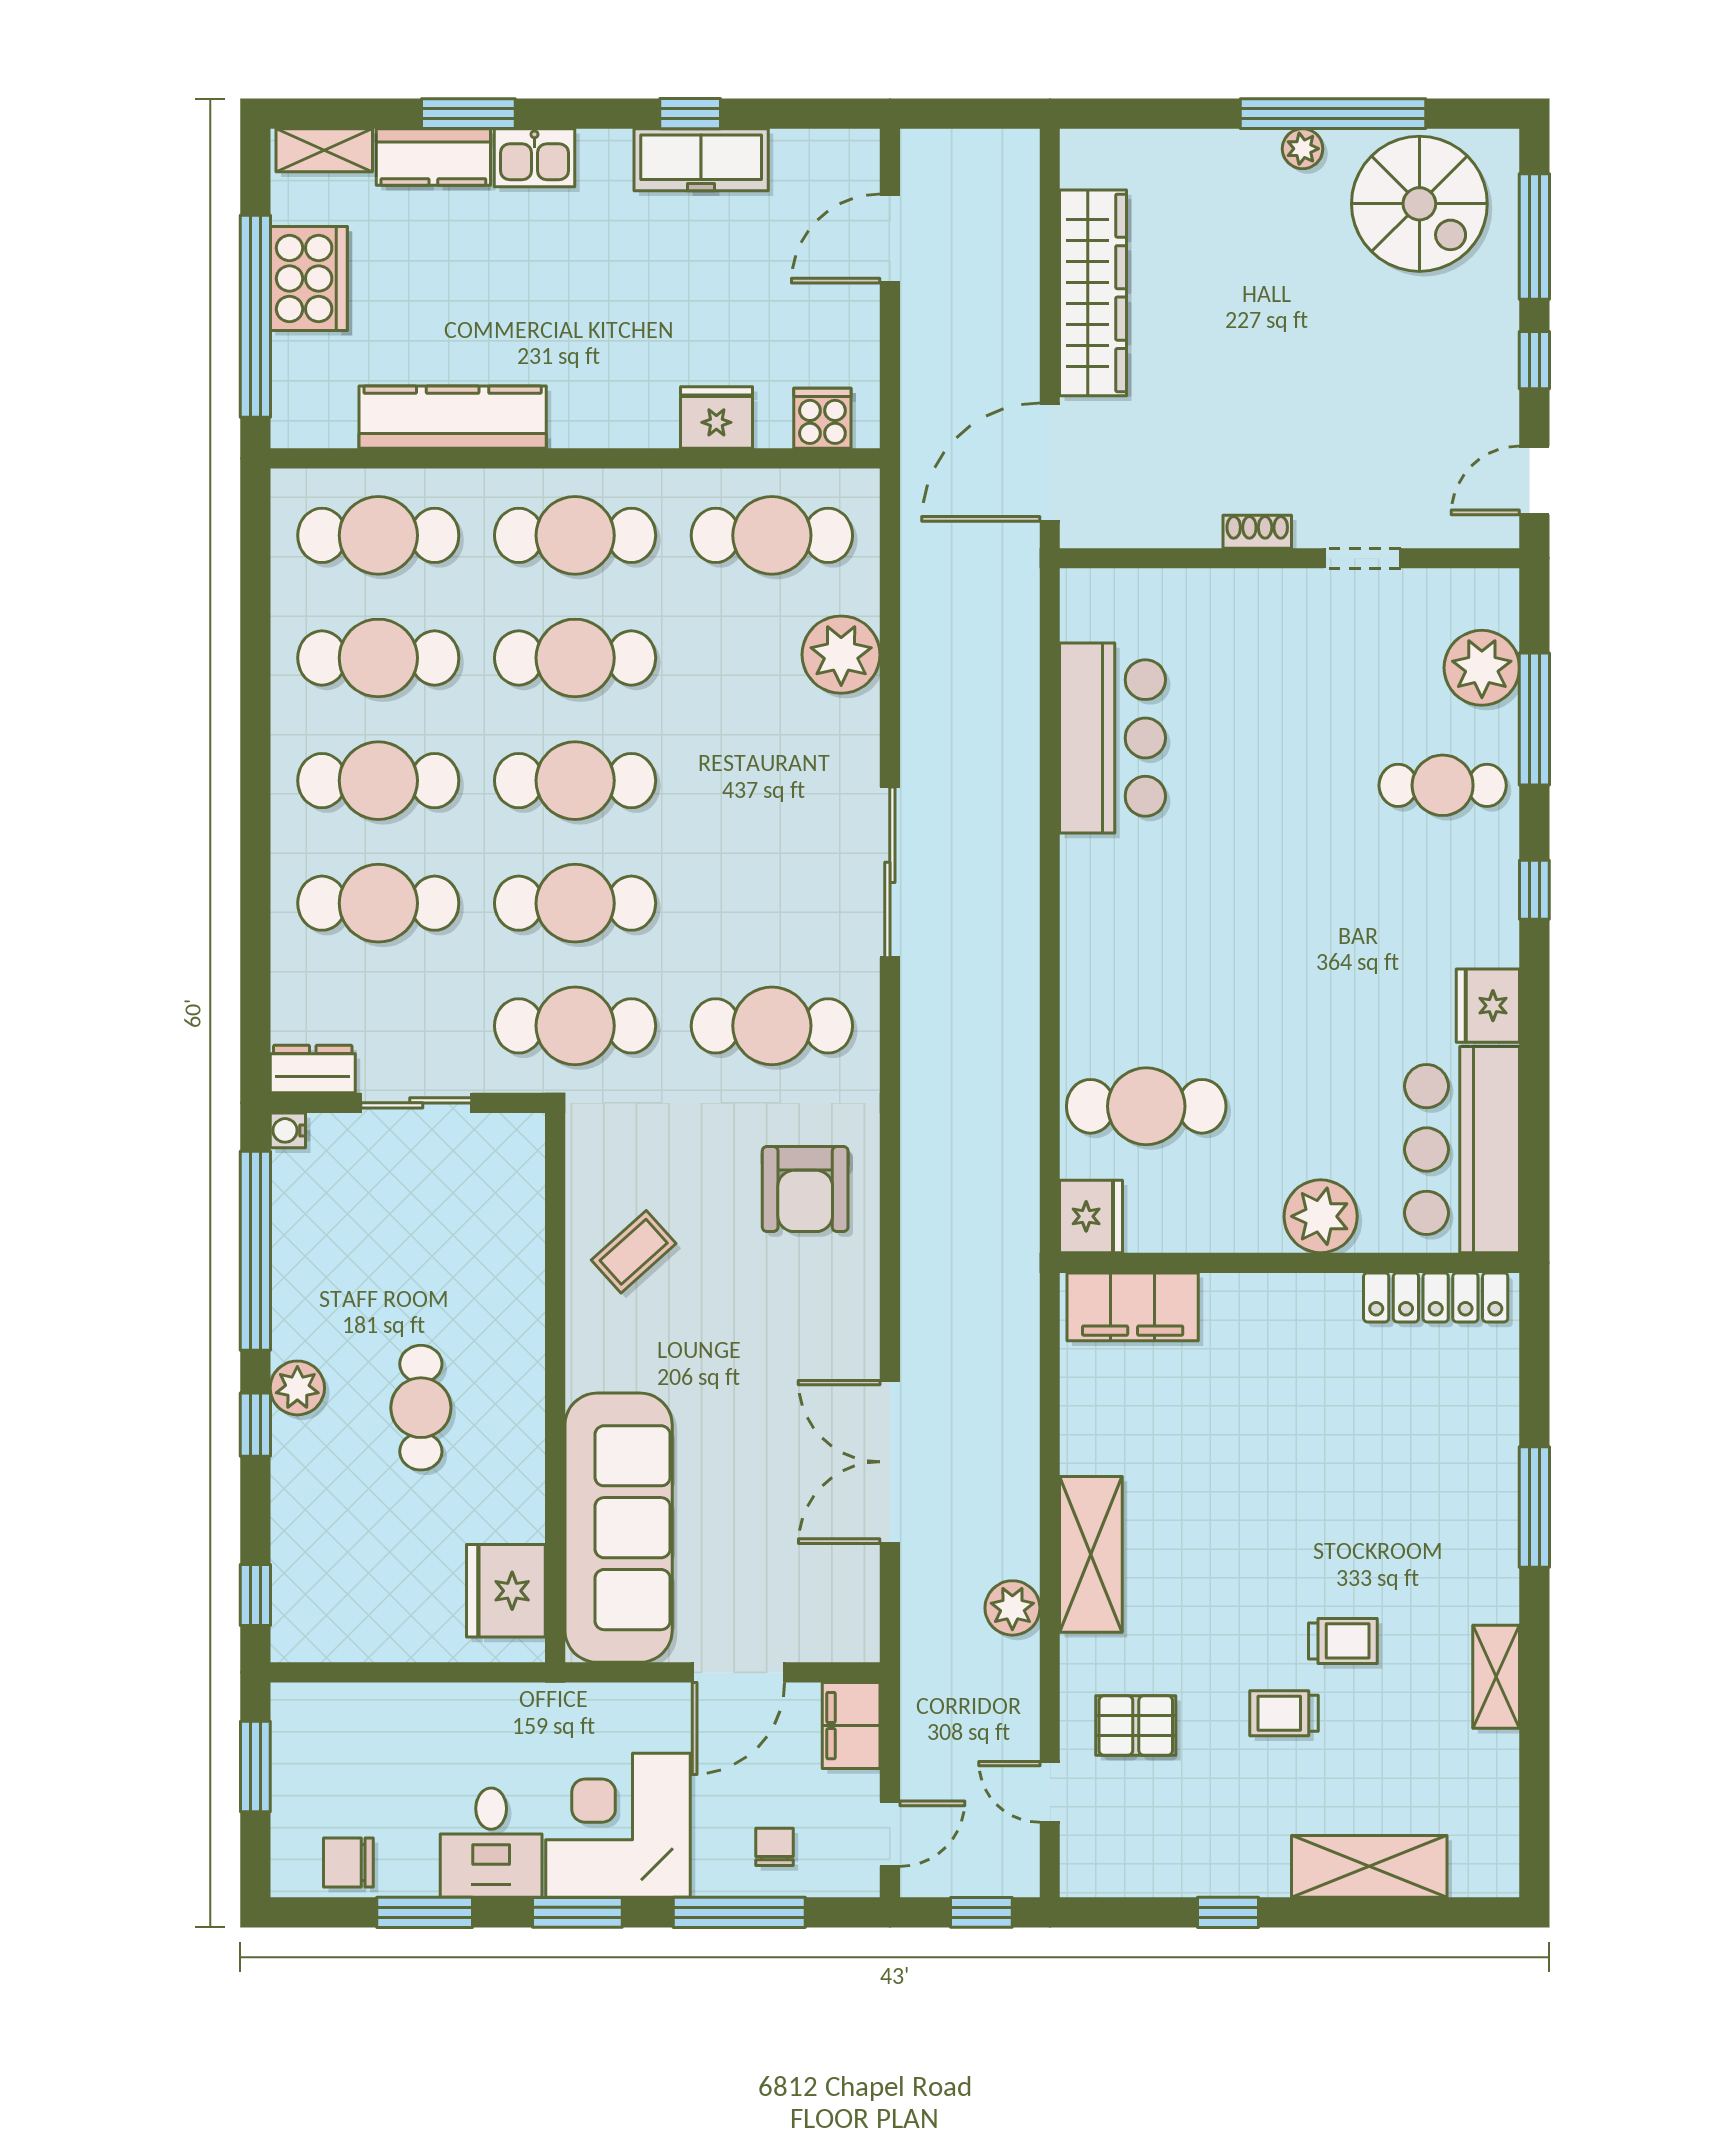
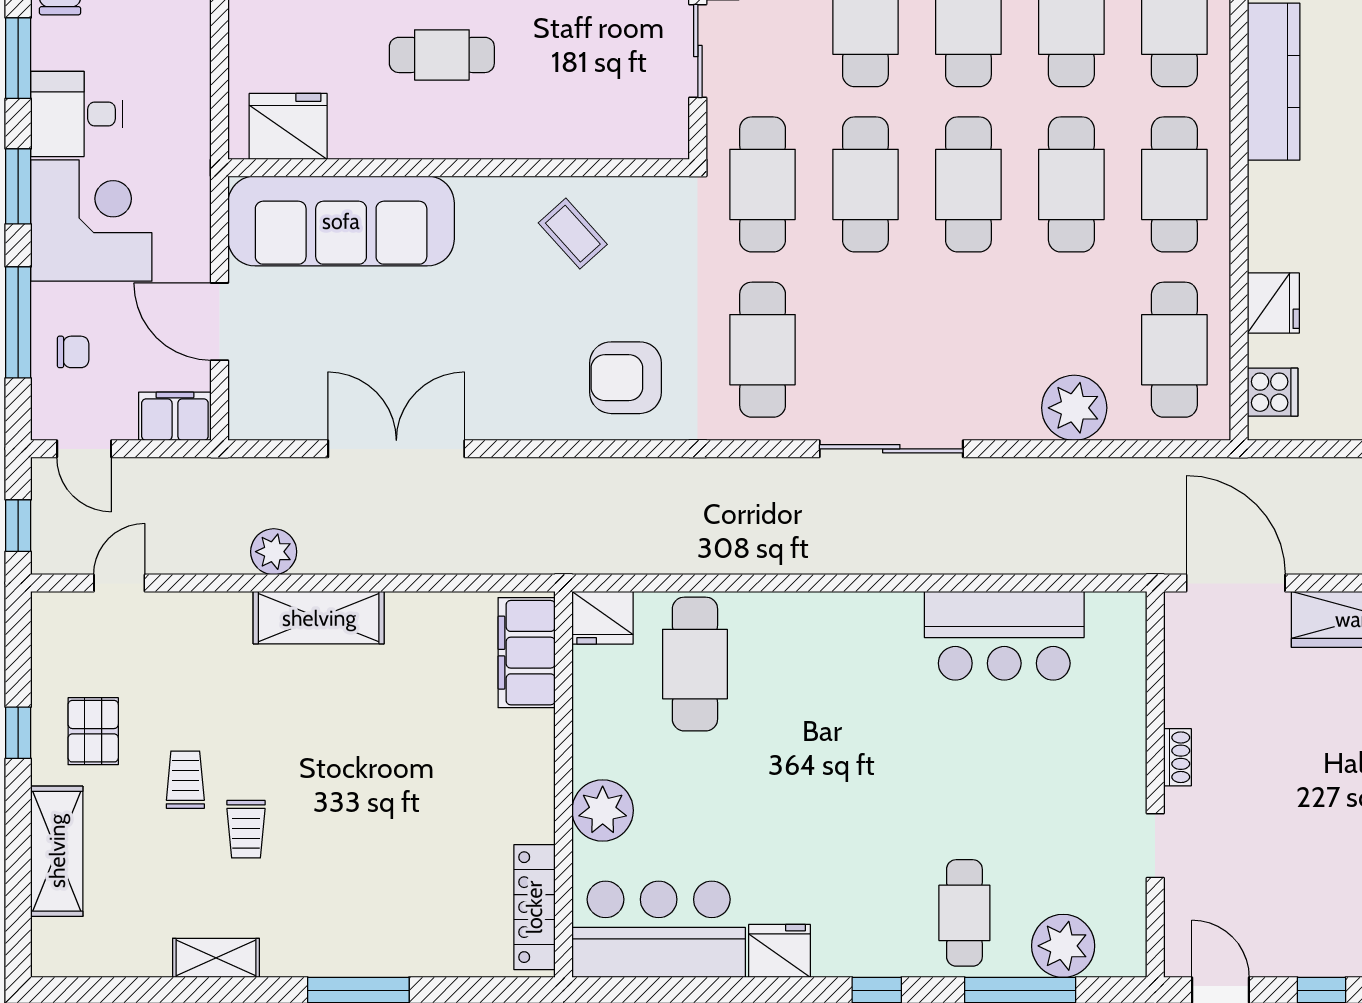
pallet: (1136, 1726) -> (93, 731), moved

